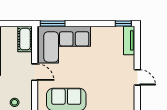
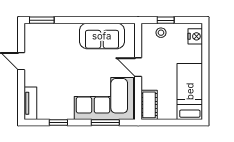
window: (53, 24) -> (105, 122), moved
window: (123, 24) -> (58, 122), moved

